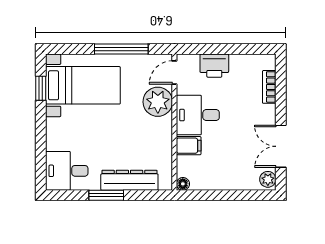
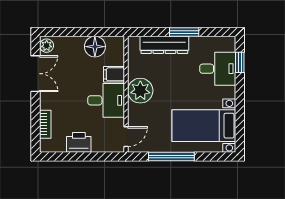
printer: (214, 66) -> (79, 142), moved
window: (41, 88) -> (240, 62), moved
plant: (158, 102) -> (140, 91), moved
desk: (67, 171) -> (218, 69), moved
floor lamp: (183, 184) -> (95, 47), moved, width x1.89, depth x1.89

